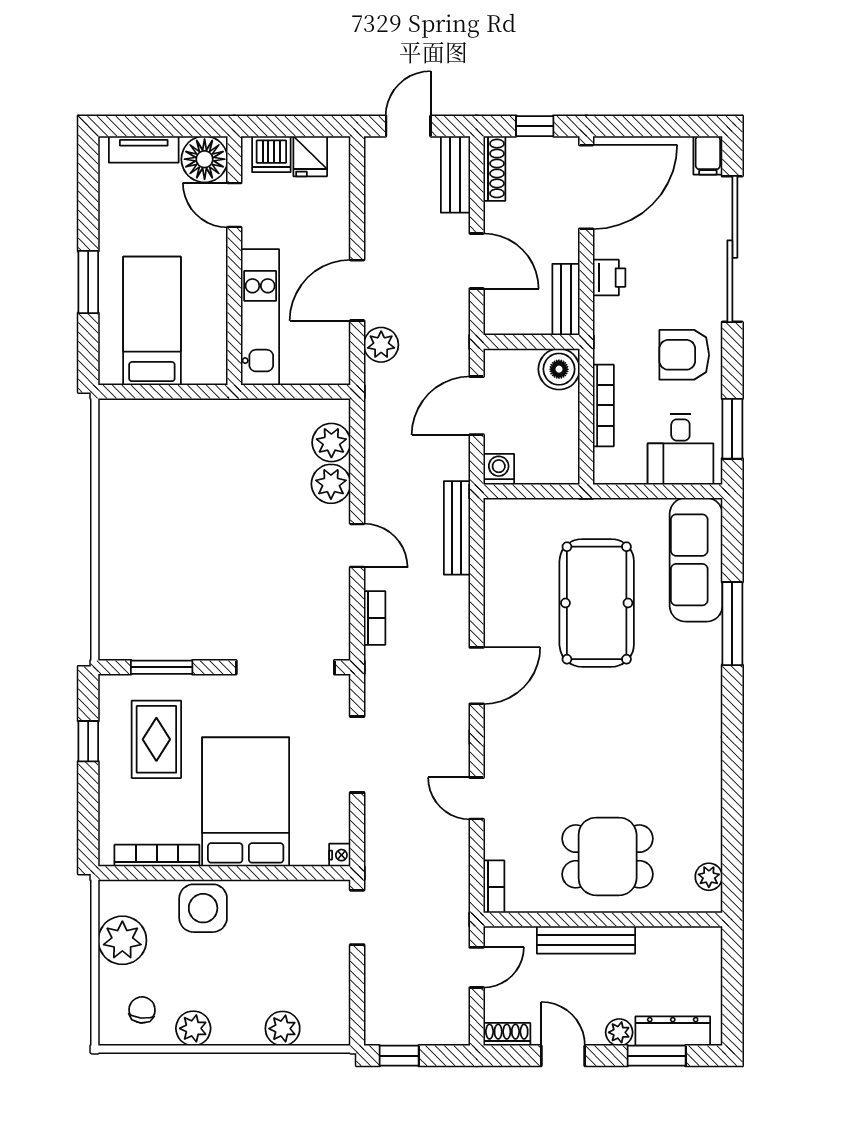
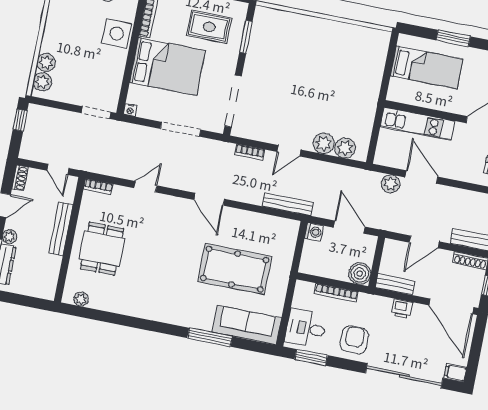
plant: (193, 1028) -> (42, 82), moved

